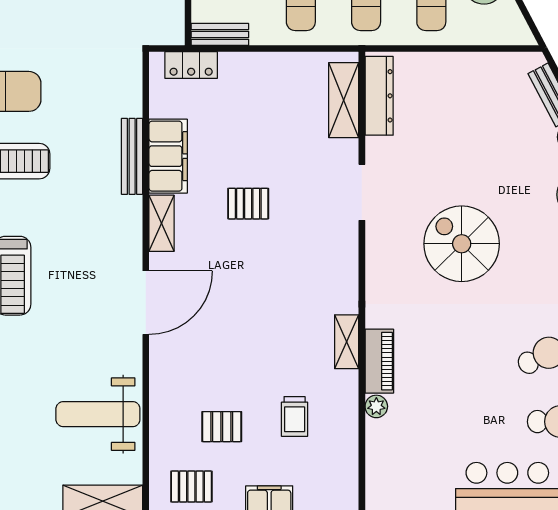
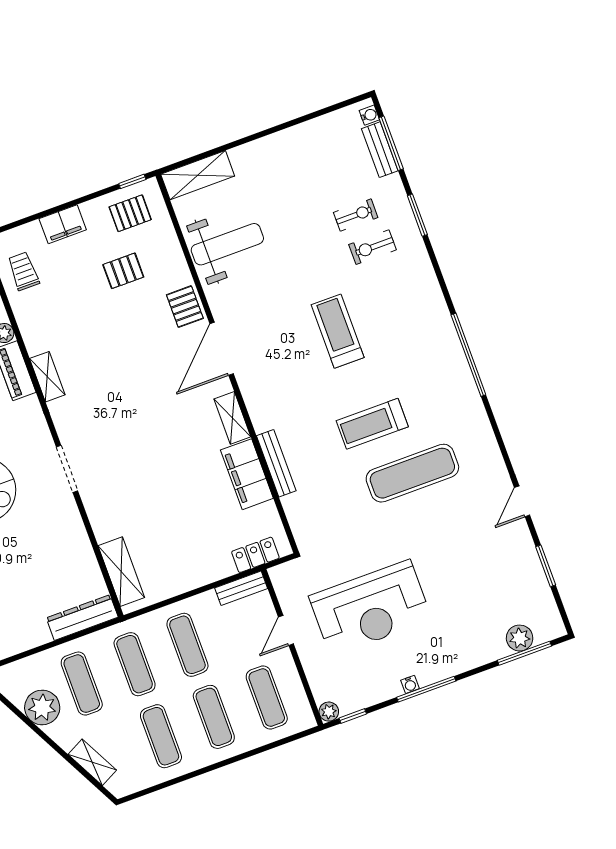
dresser: (379, 96) -> (82, 618), moved, turned 90
doorway: (362, 192) -> (67, 469), moved
pallet: (248, 204) -> (185, 307), moved, turned 90
trolley: (295, 416) -> (23, 271), moved

